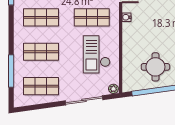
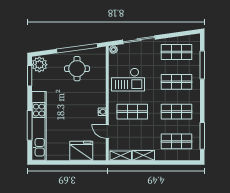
checkout: (97, 54) -> (128, 80), turned 90

